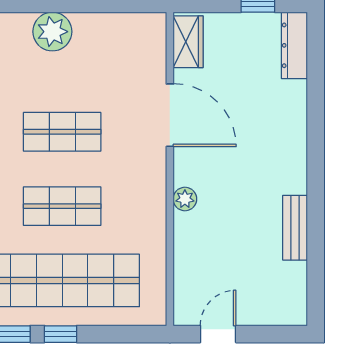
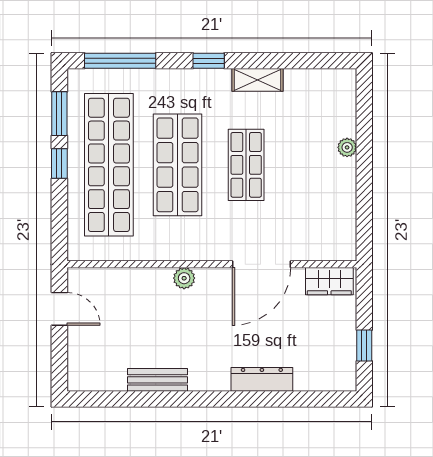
plant: (52, 32) -> (347, 147), width x0.53, depth x0.53
dresser: (294, 45) -> (262, 379), moved
shop shelf: (62, 206) -> (178, 165), width x1.43, depth x1.36

